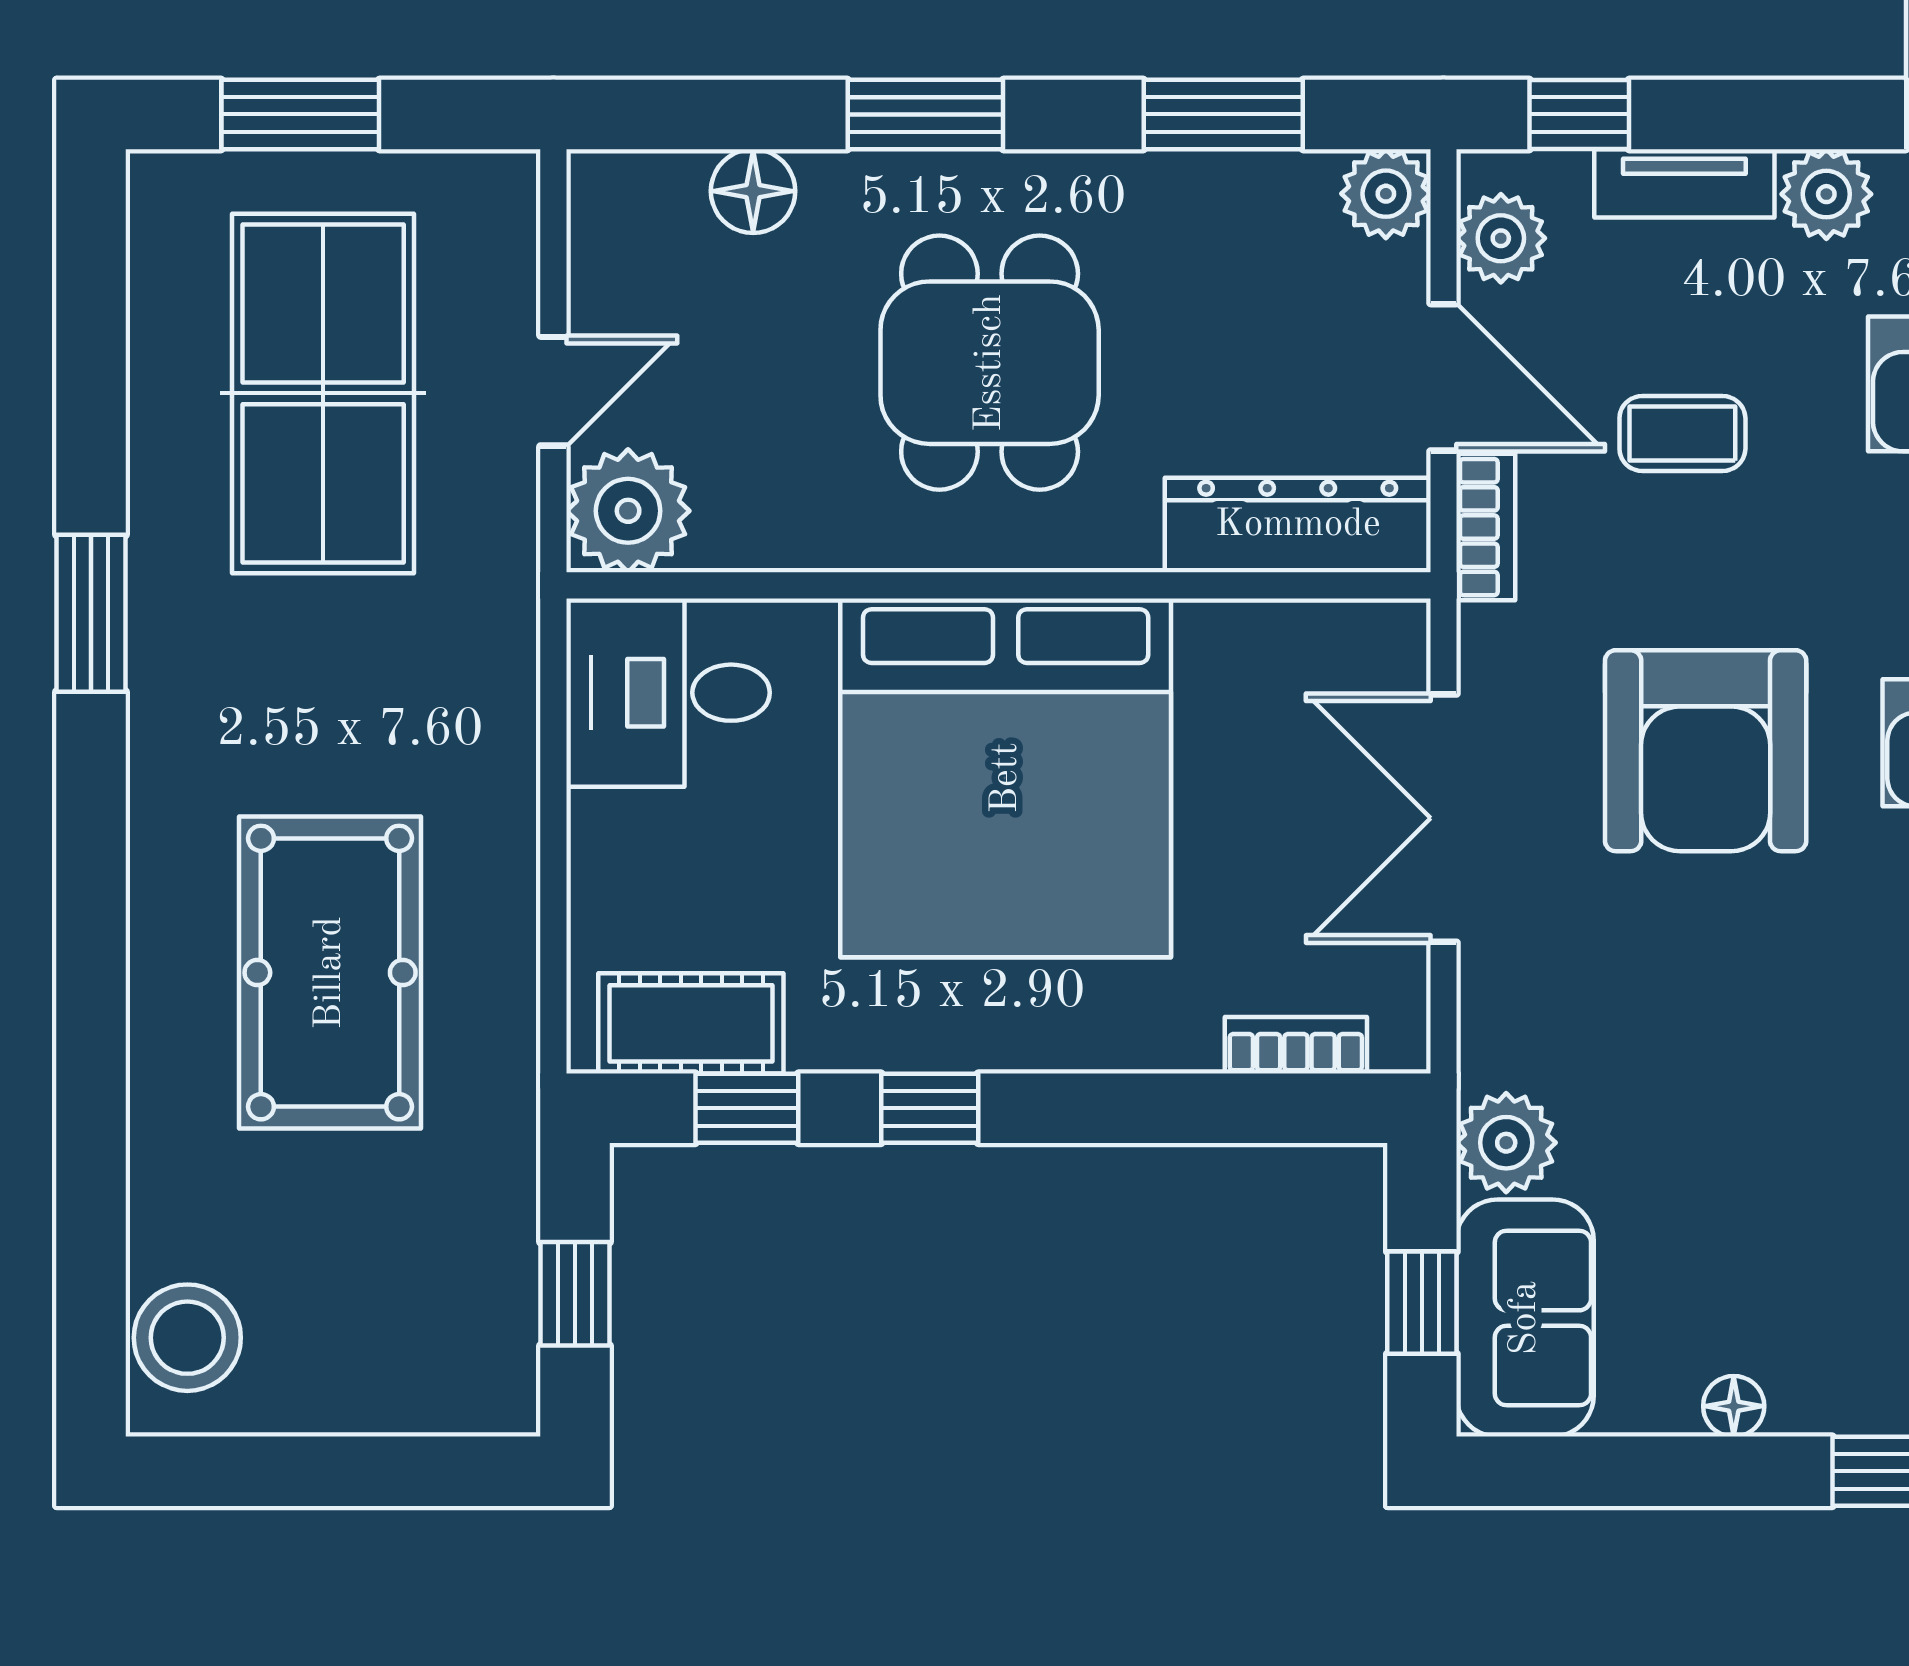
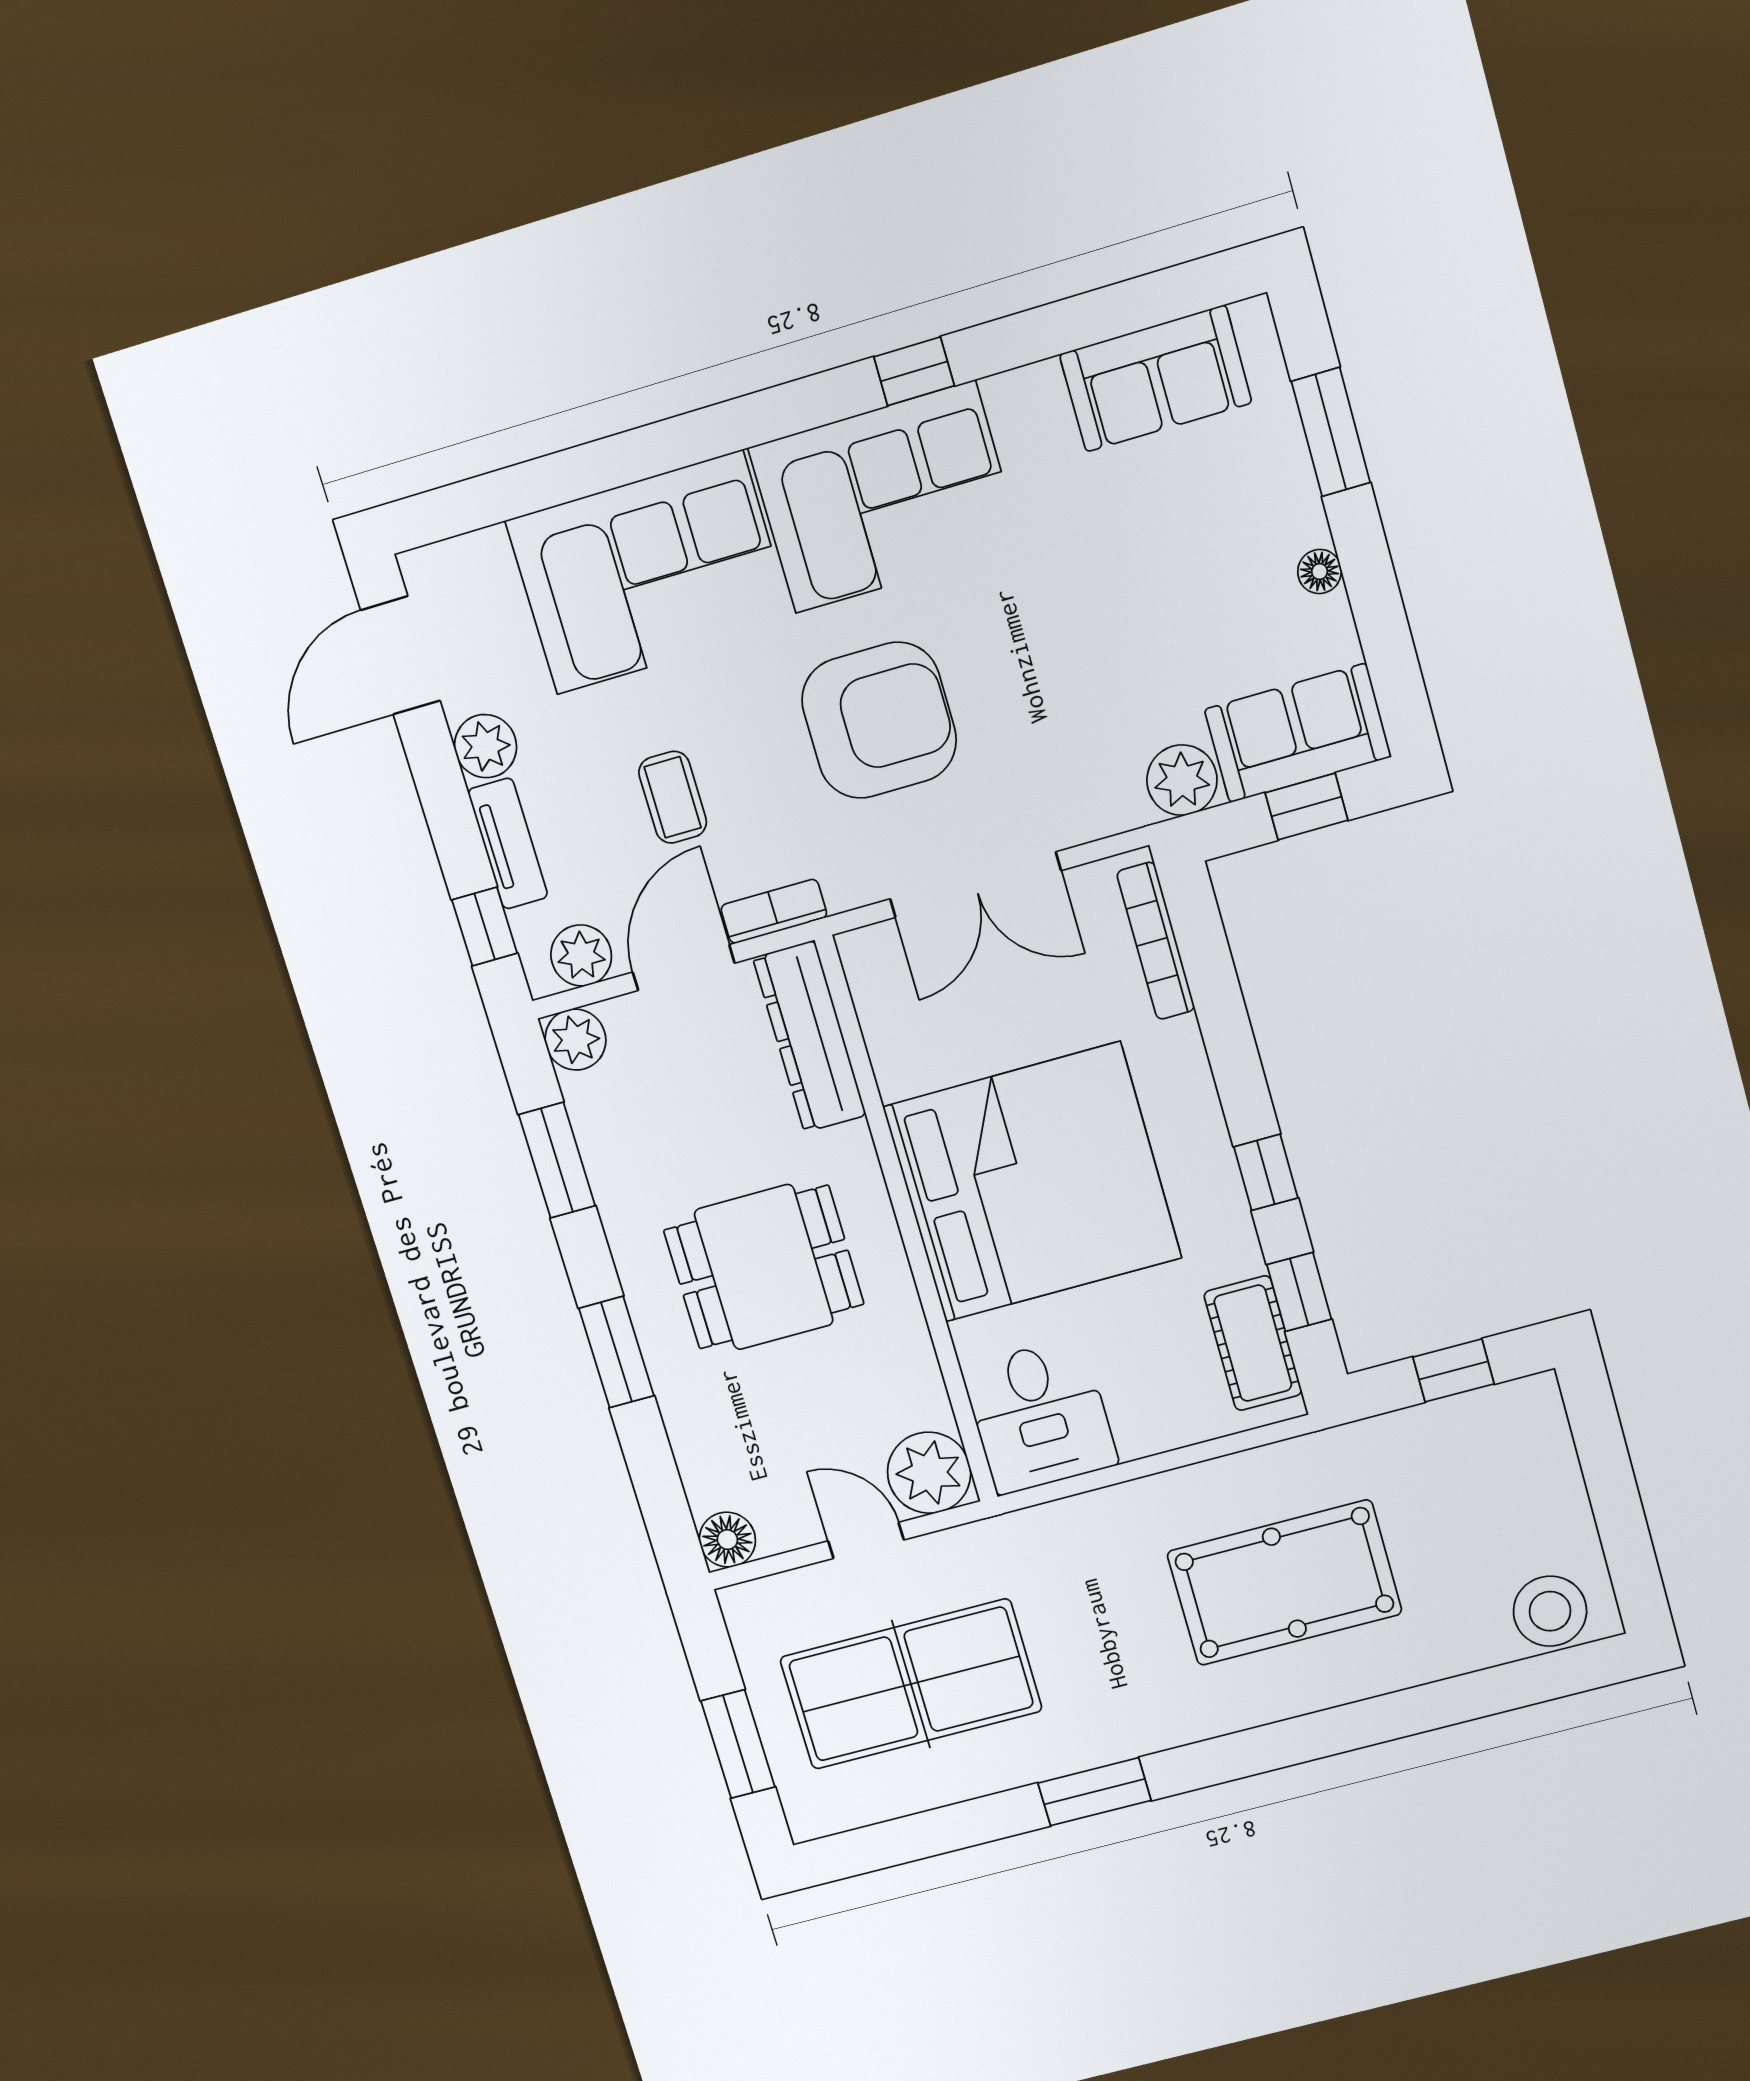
floor lamp: (753, 191) -> (727, 1540), moved
bookcase: (1296, 1045) -> (1156, 941), width x1.56

